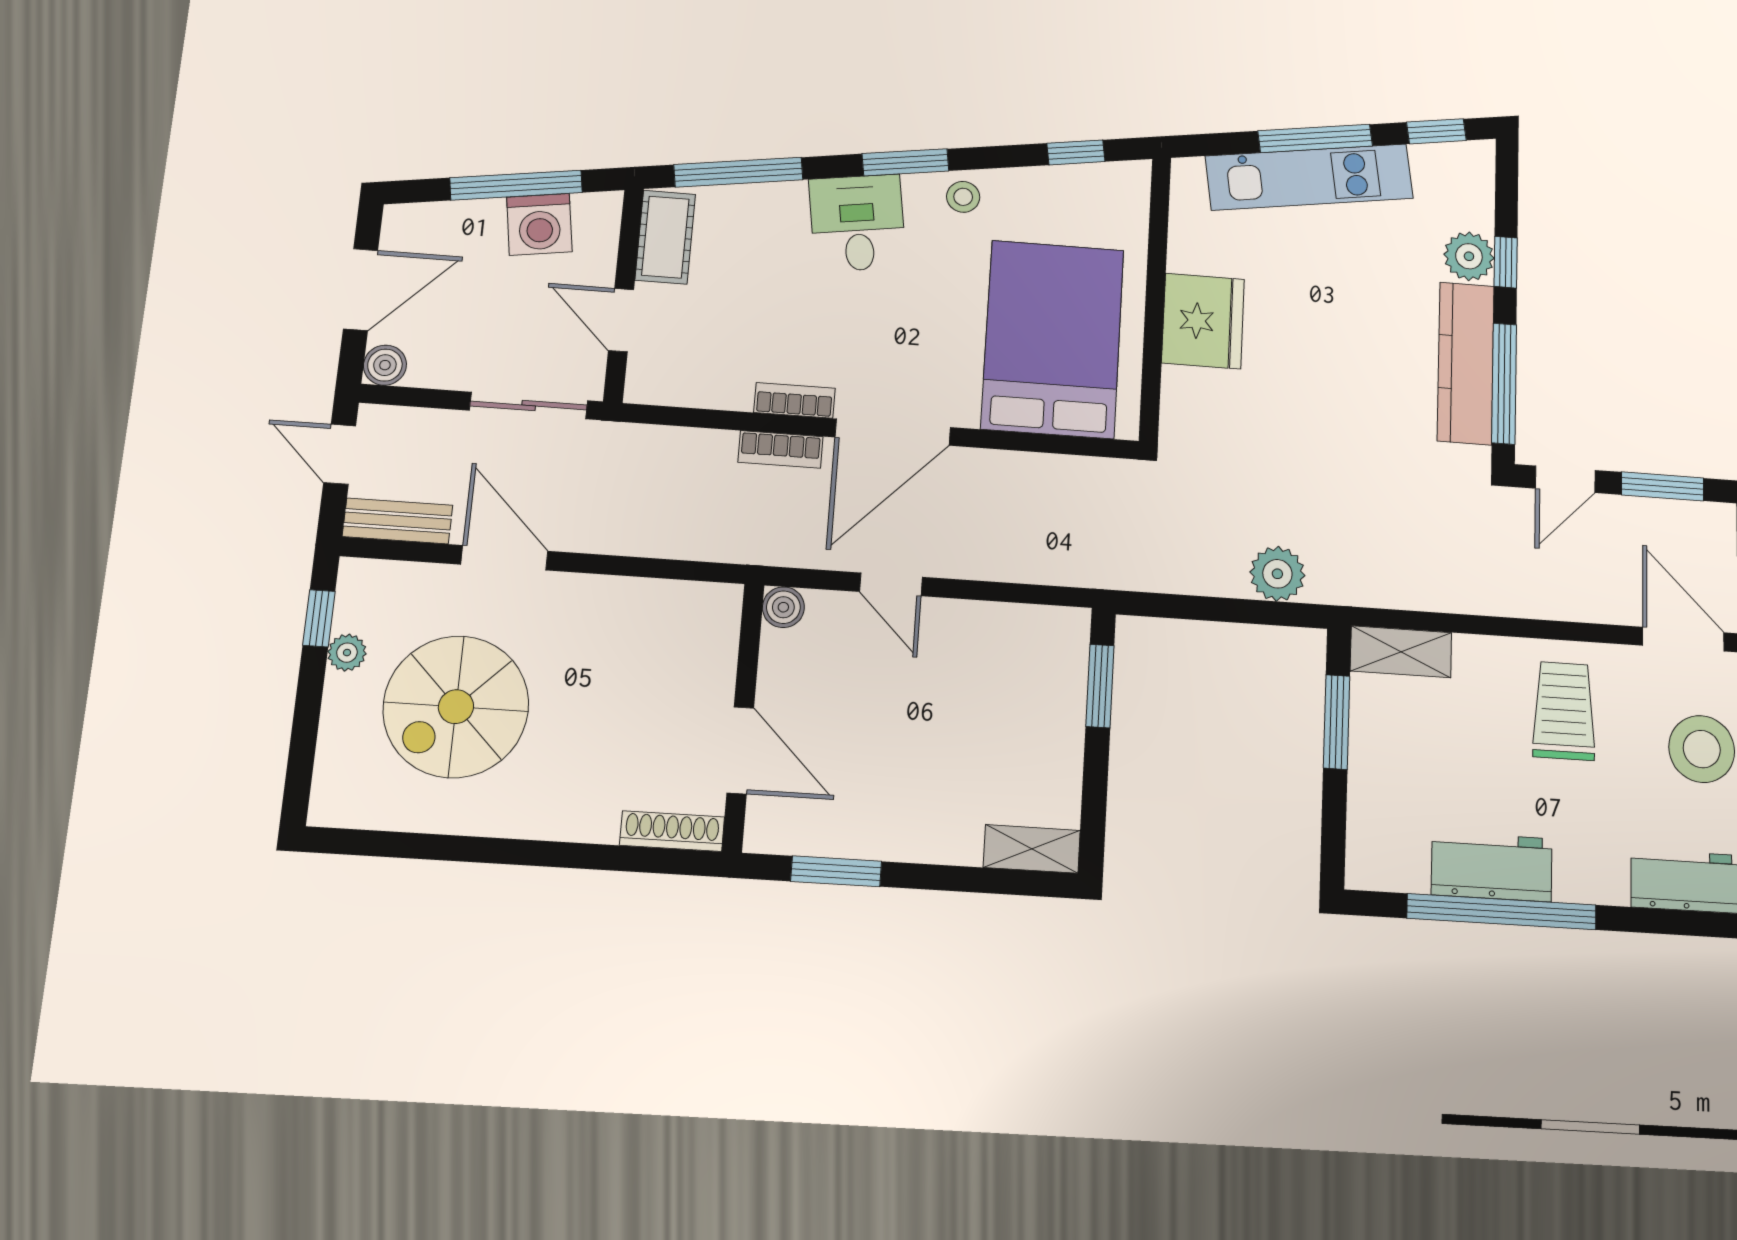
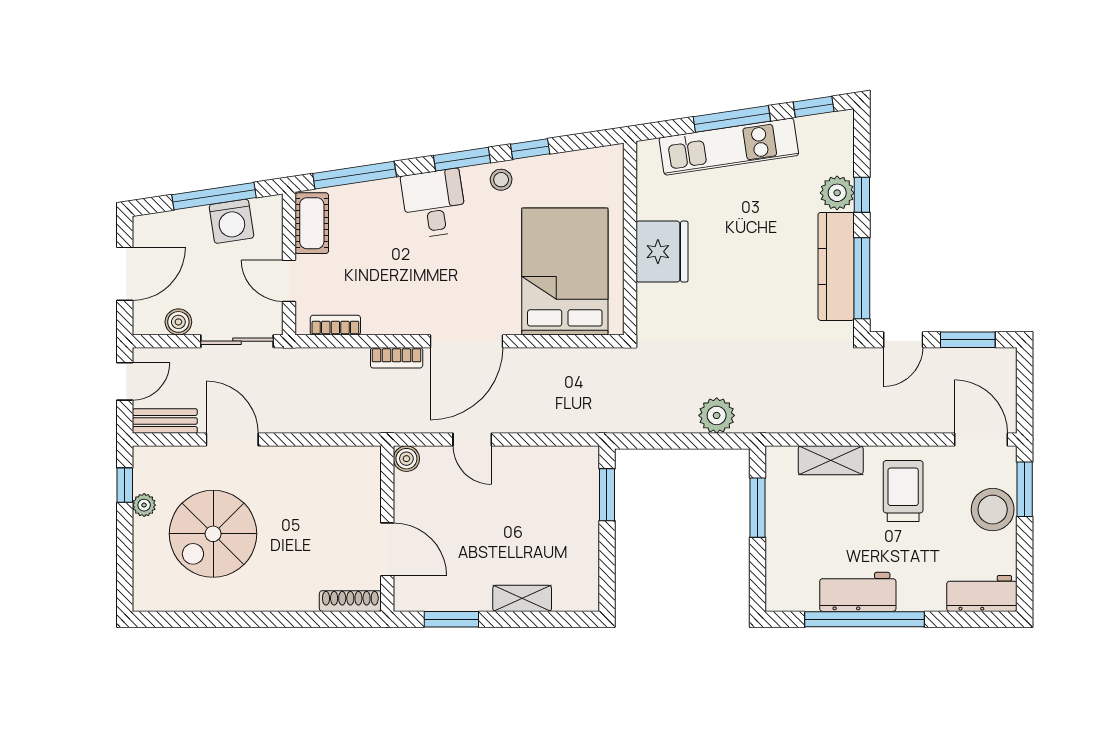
window: (1076, 152) -> (530, 149), moved
boiler: (385, 365) -> (178, 322), moved
bookcase: (794, 400) -> (335, 325), moved
door: (340, 454) -> (125, 381), swing flipped
shelving: (1401, 652) -> (831, 460), moved
shelving: (1032, 849) -> (522, 598), moved

